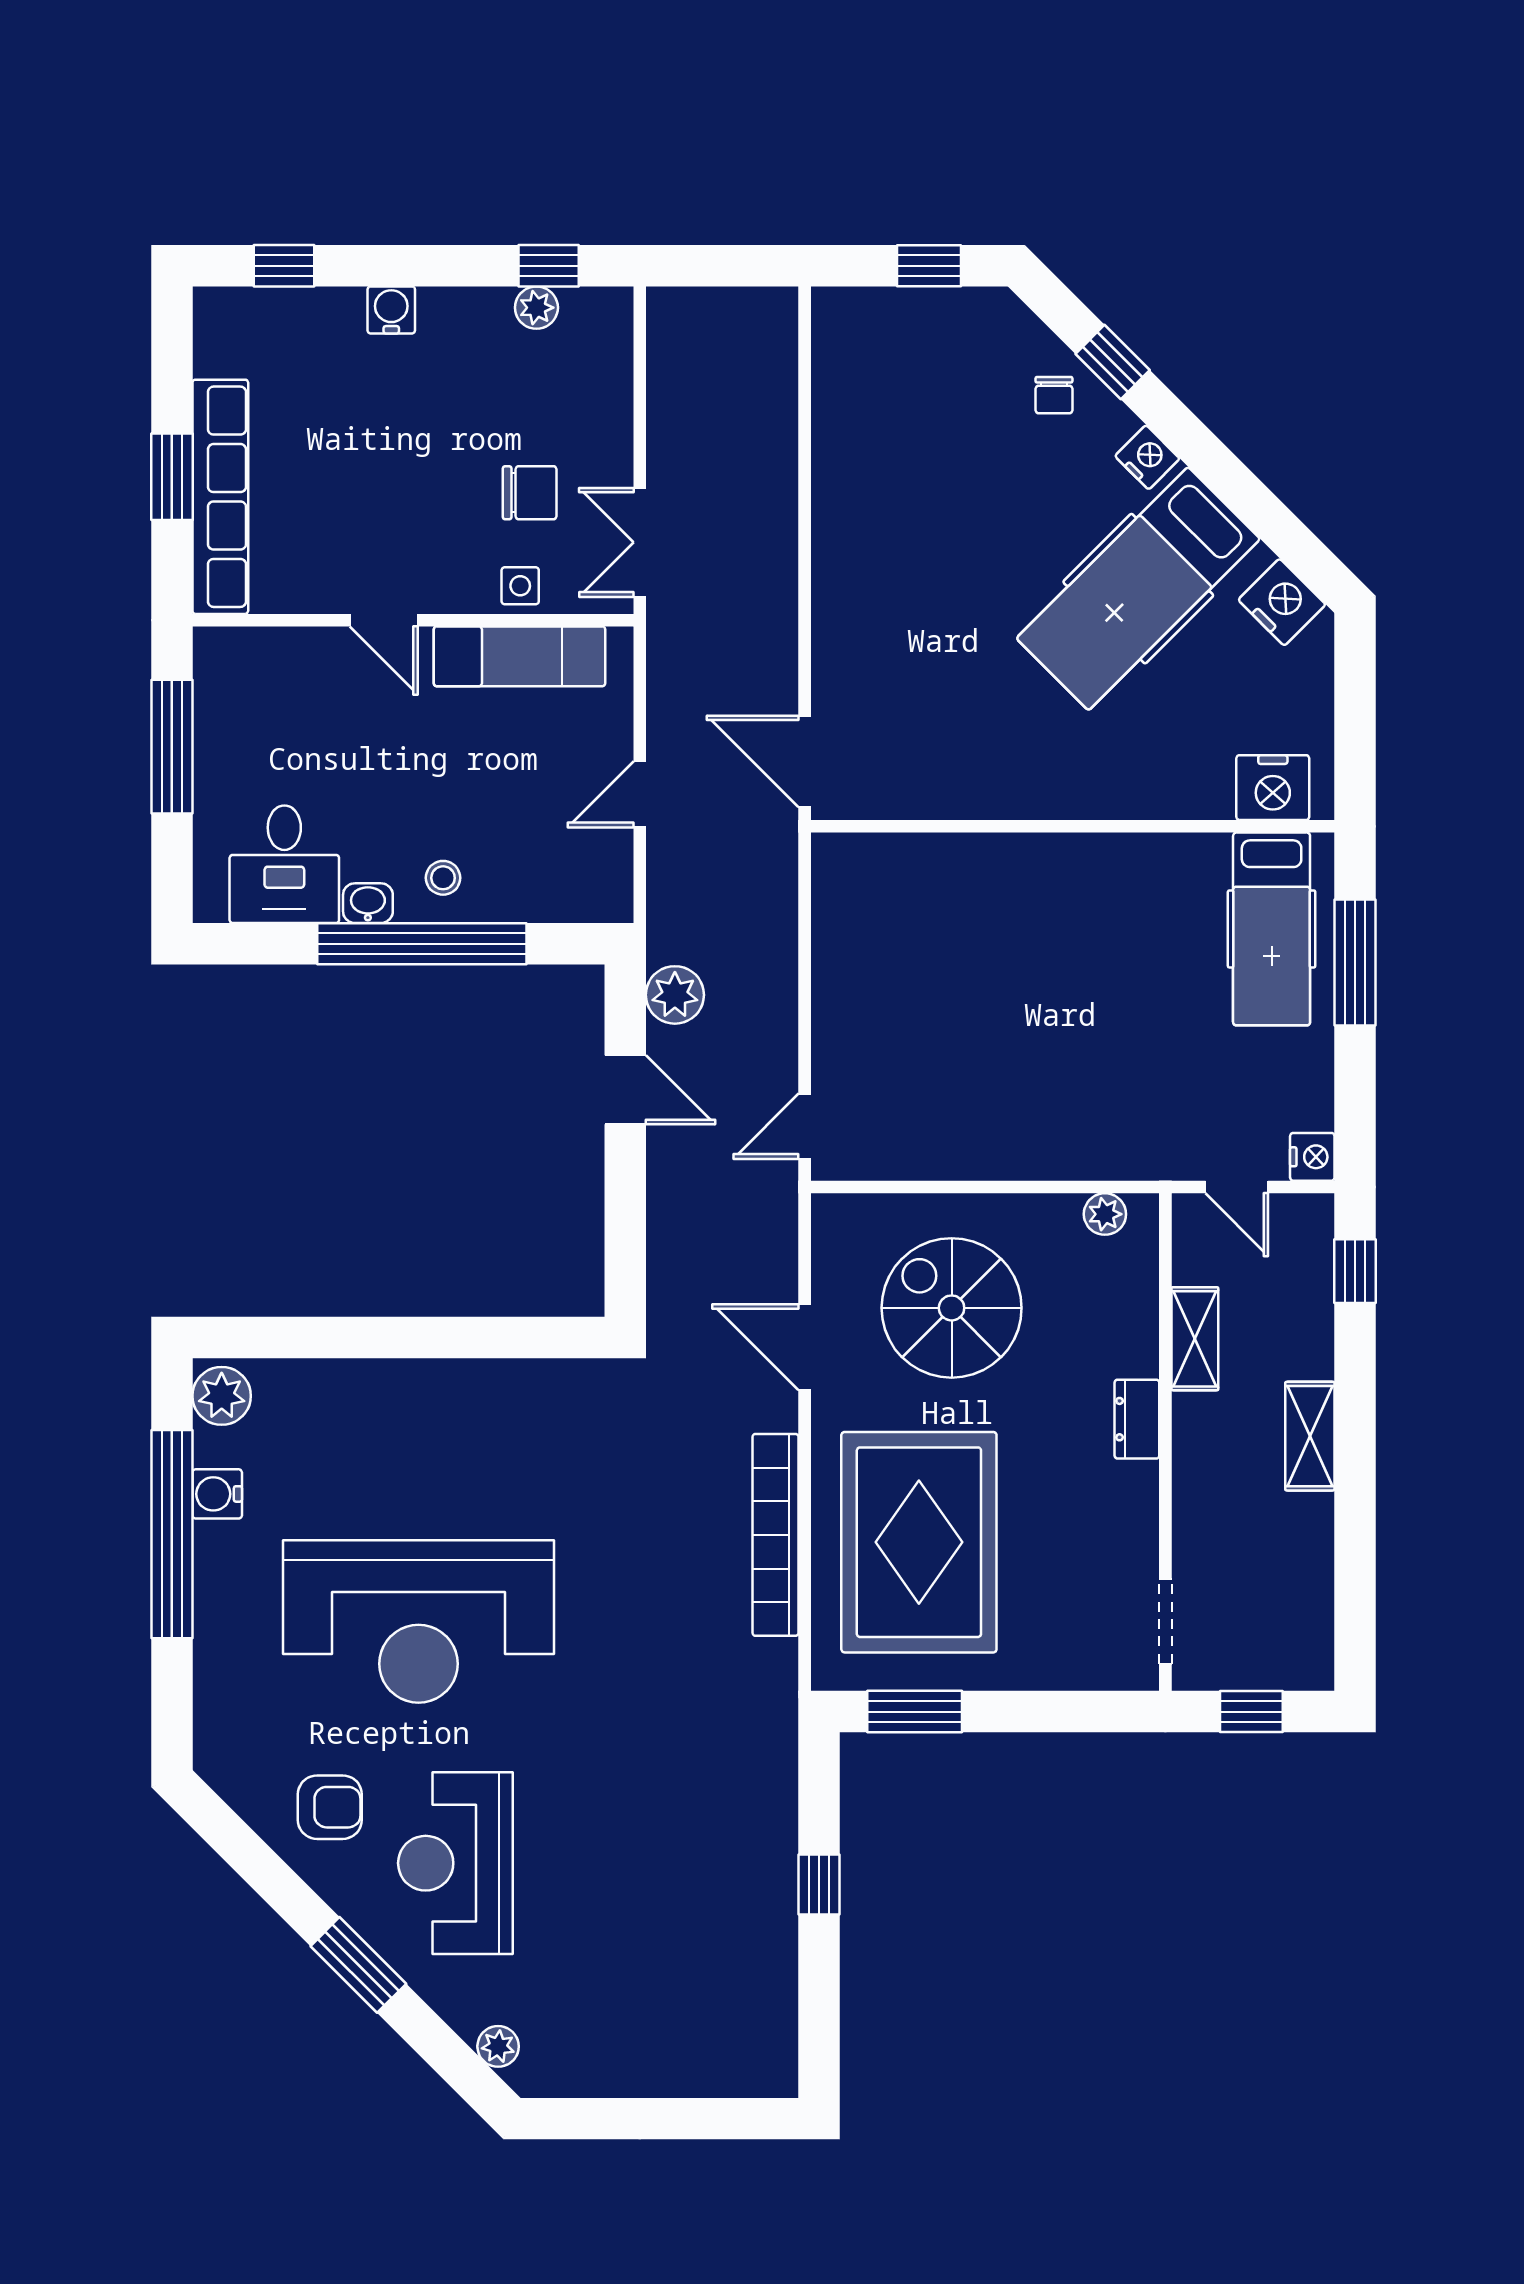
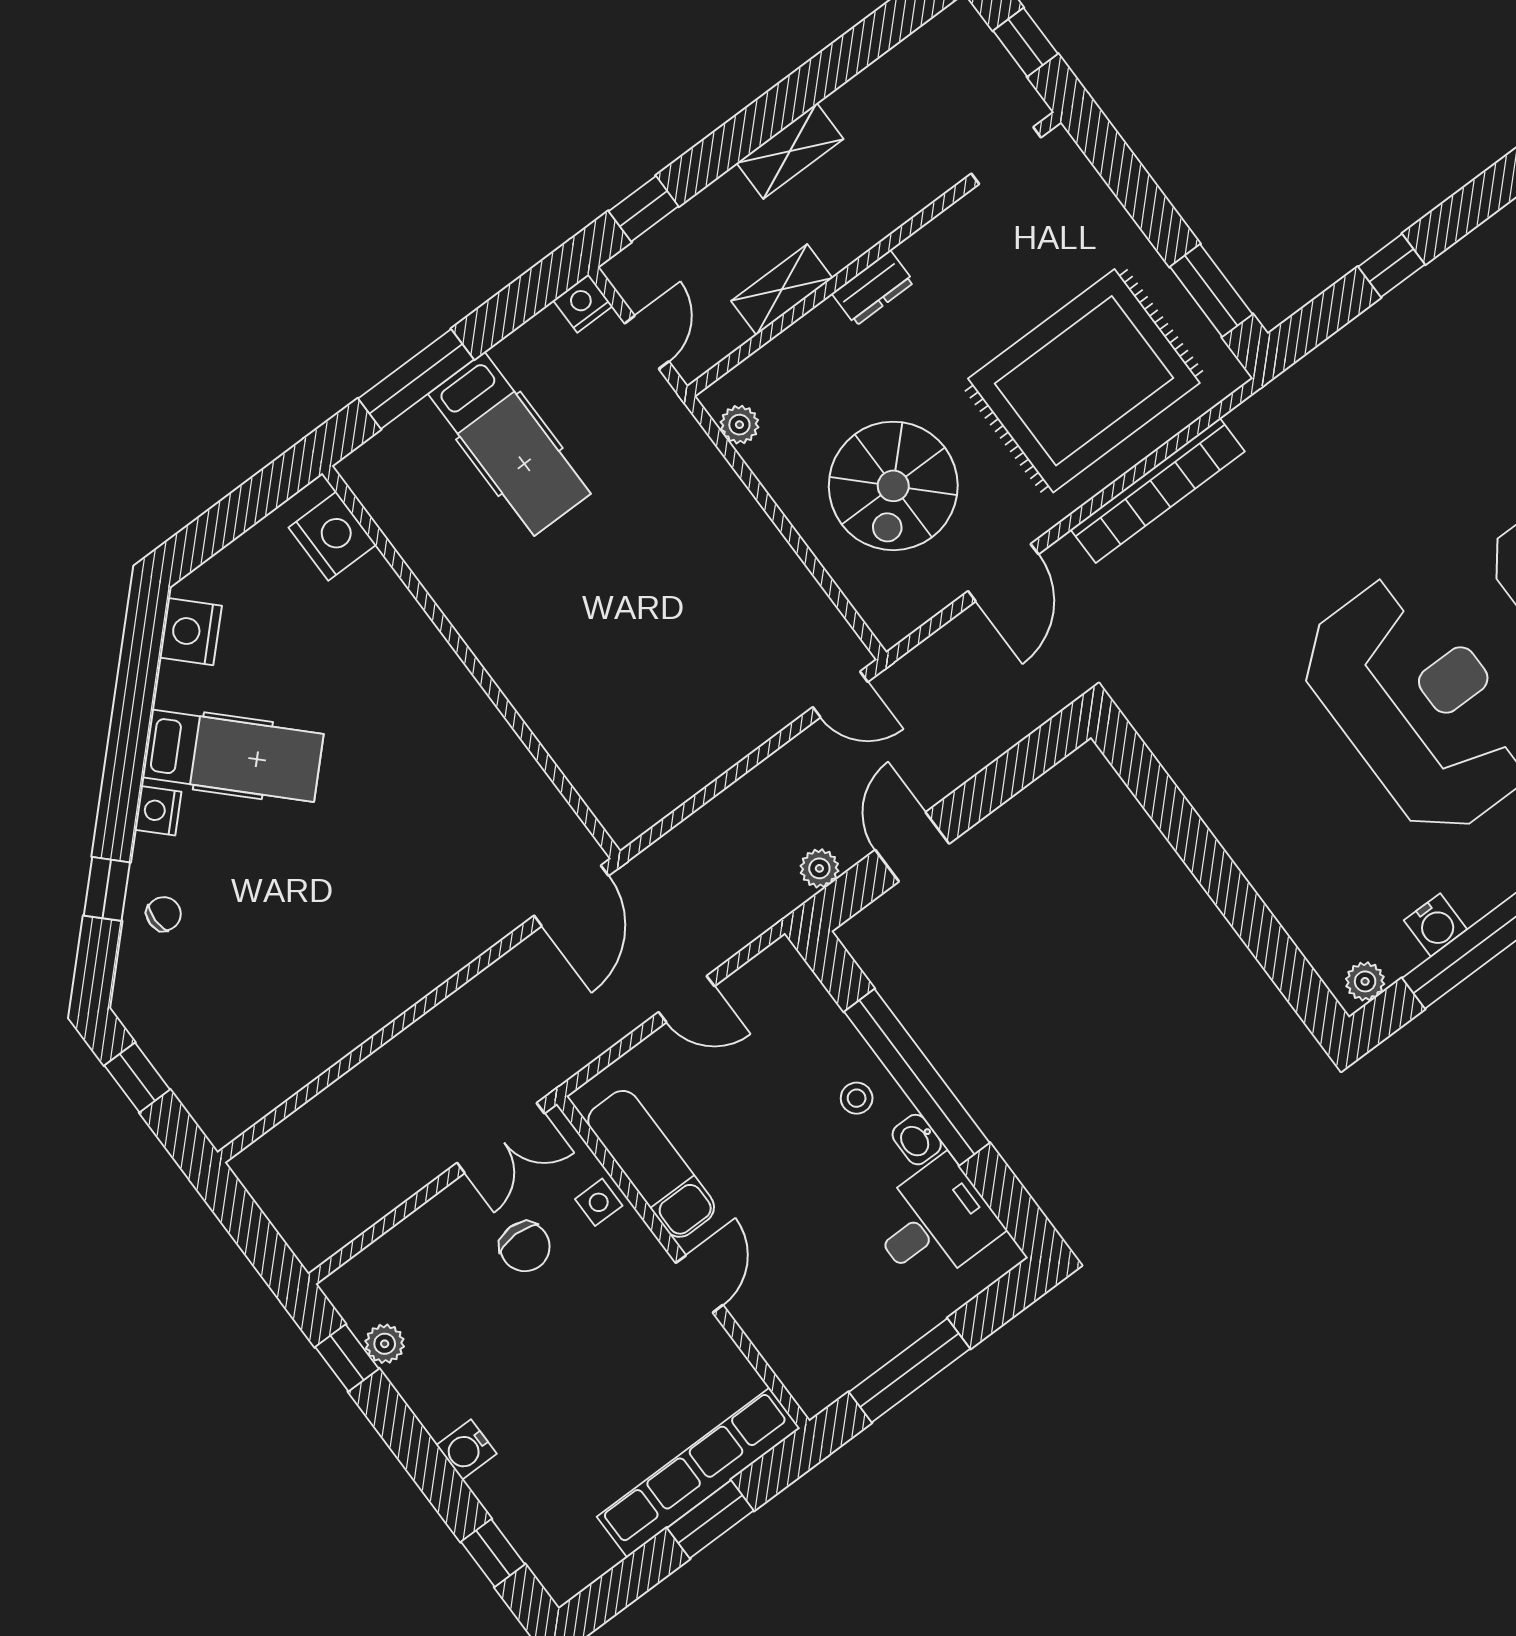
chair: (530, 493) -> (525, 1247), turned 180
hospital bed: (1138, 589) -> (233, 756), width x0.73, depth x0.78
hospital bed: (1272, 929) -> (509, 444), moved, turned 90
plant: (675, 995) -> (819, 868), width x0.73, depth x0.73
plant: (222, 1396) -> (1365, 981), width x0.73, depth x0.73

